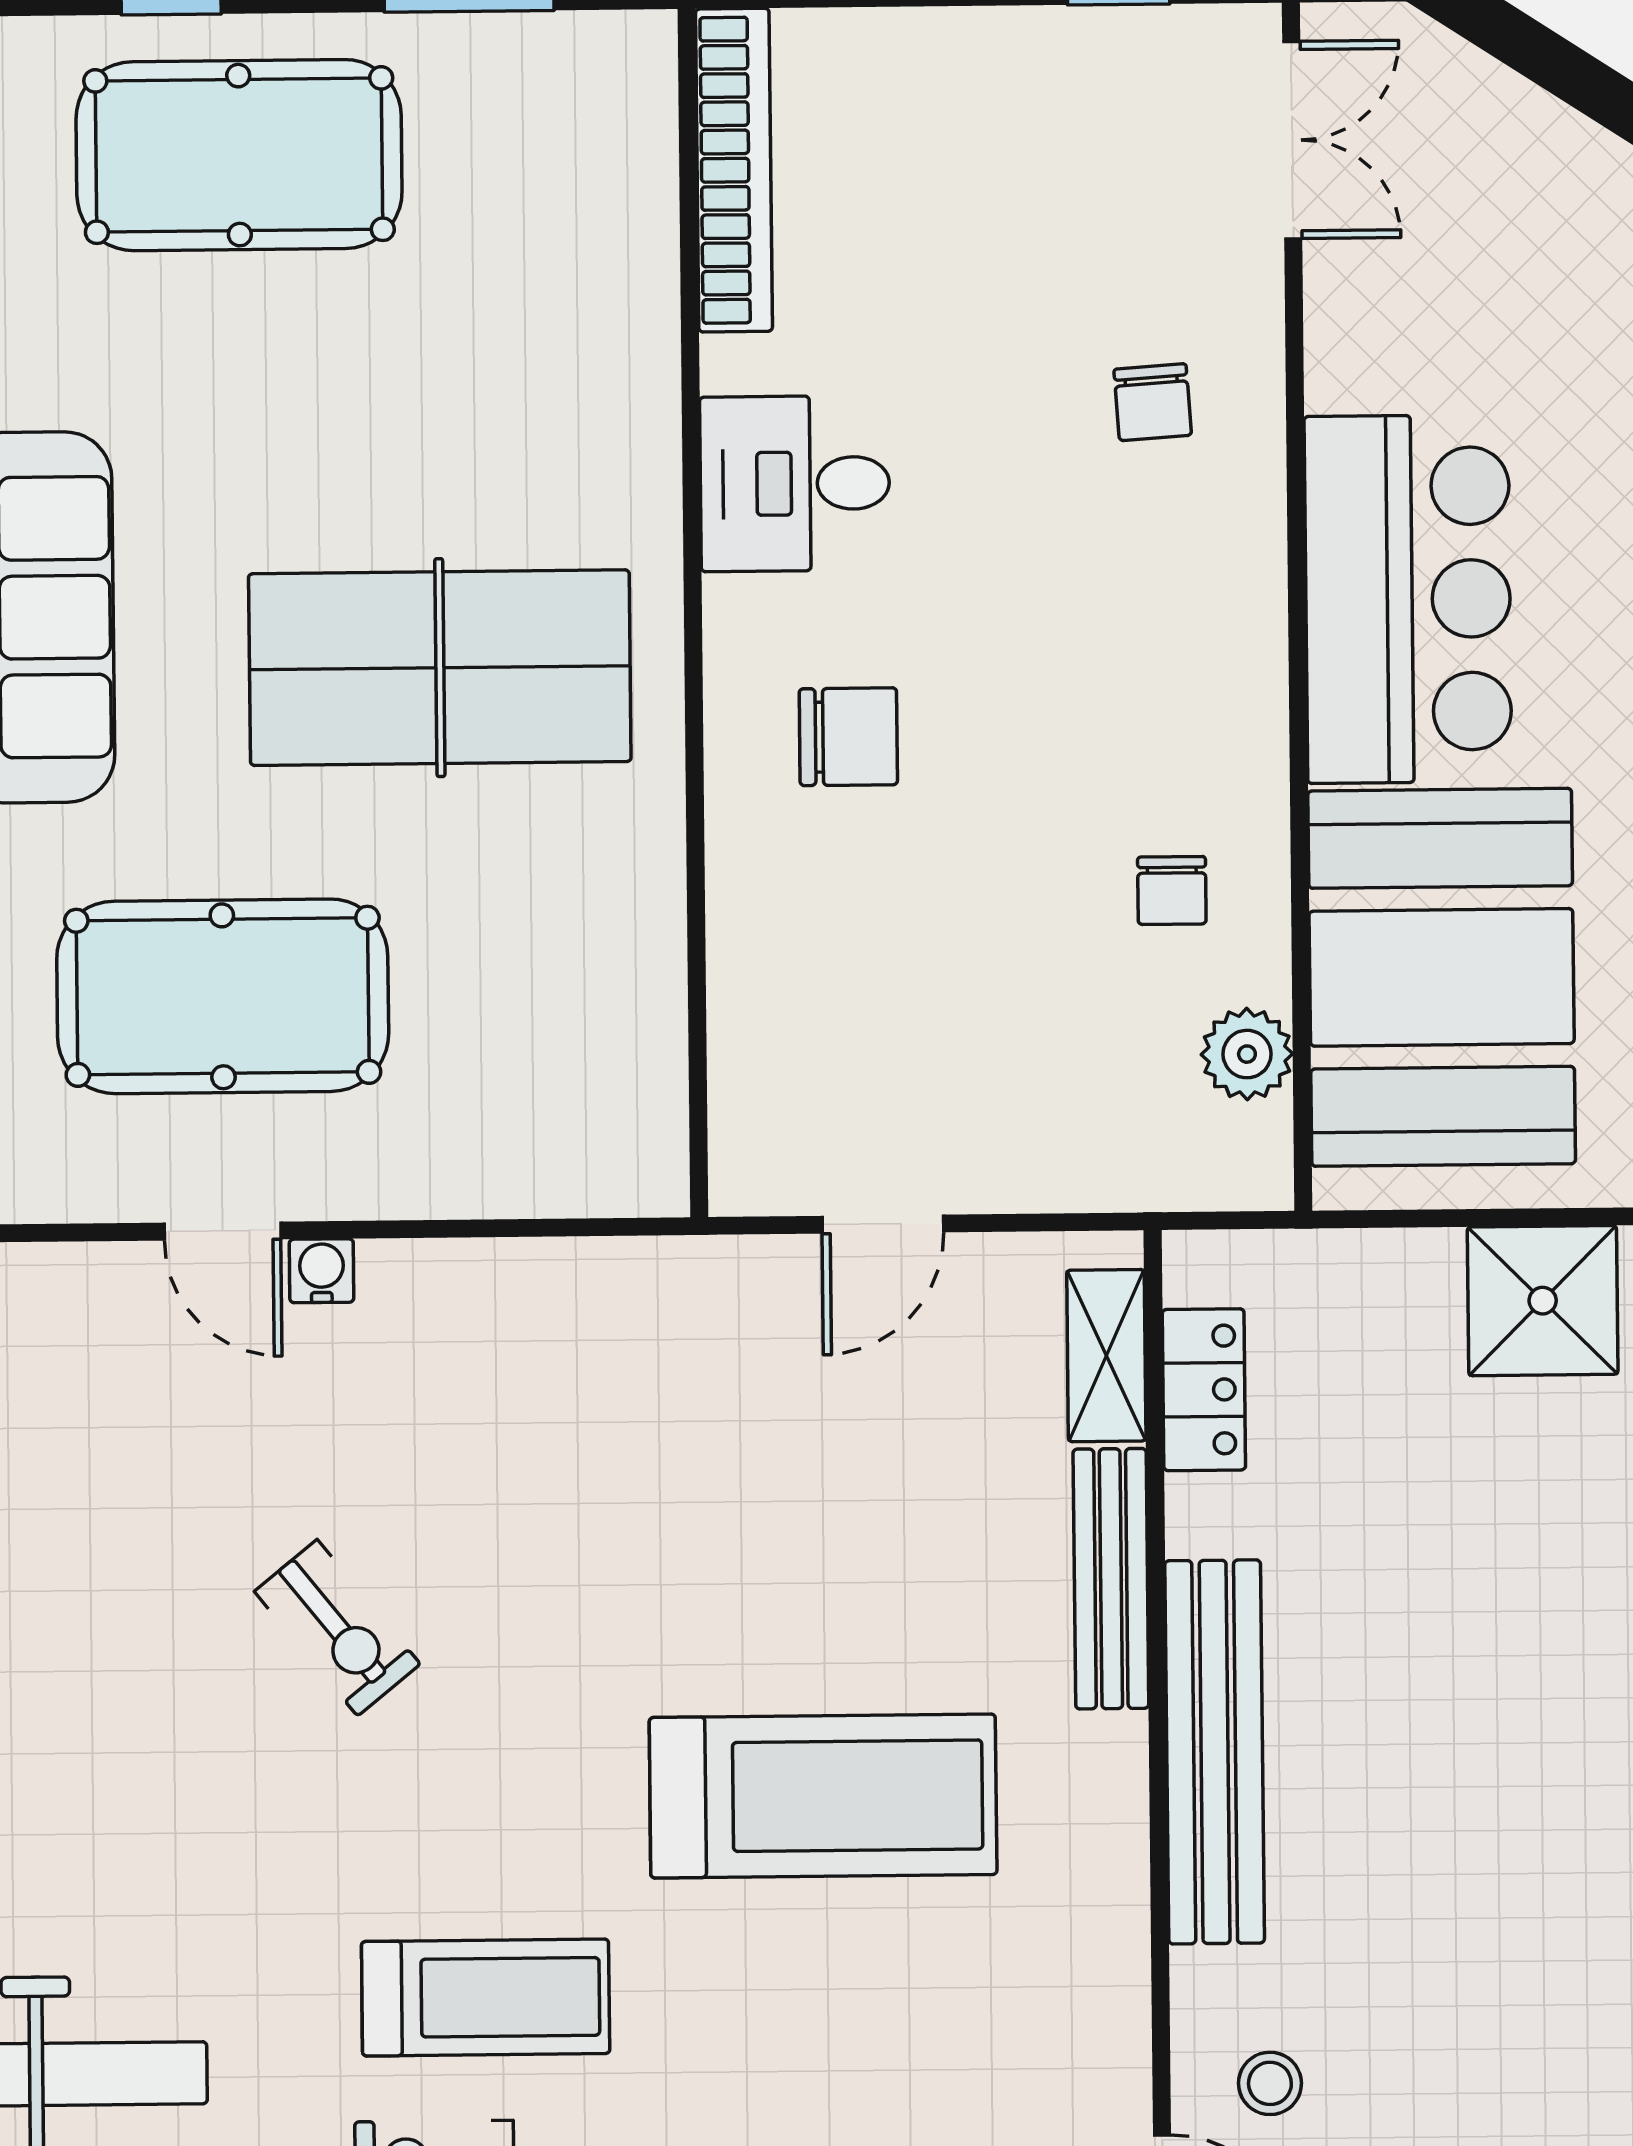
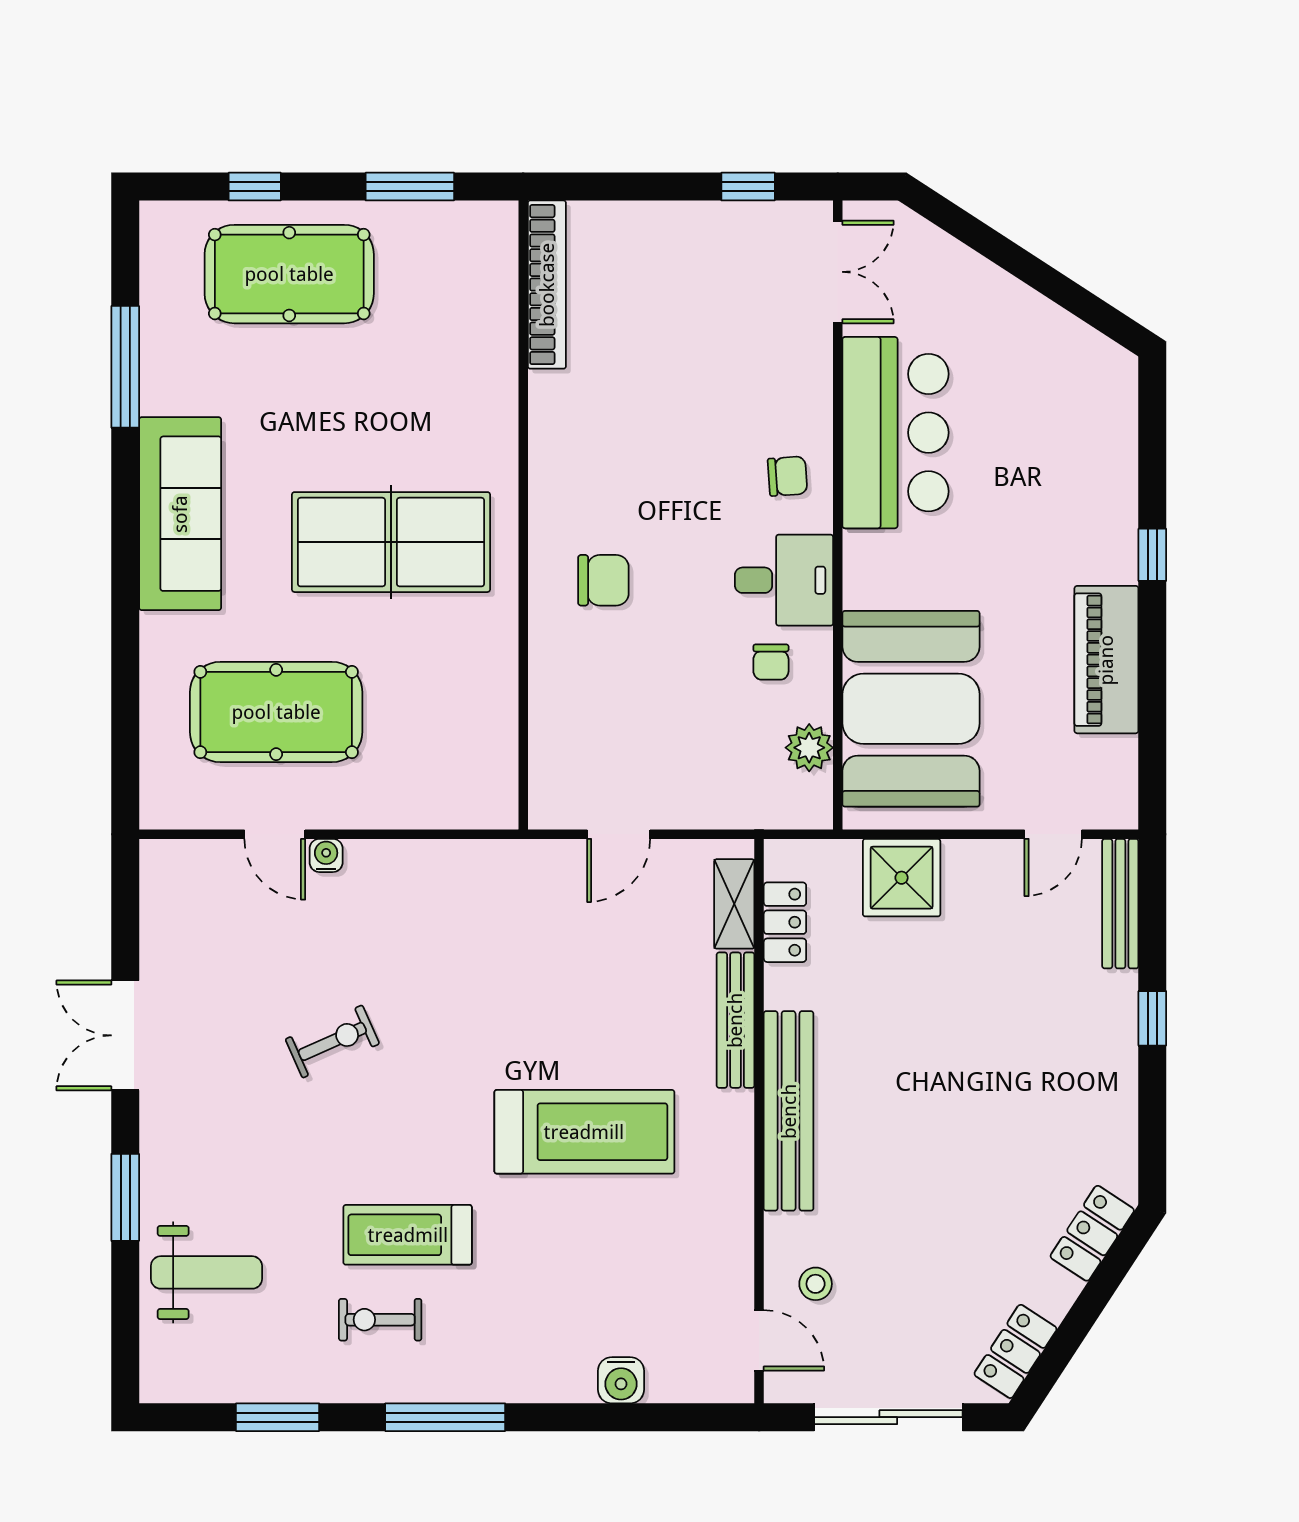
chair: (1153, 402) -> (788, 476), moved, turned -90
desk: (795, 484) -> (784, 580), moved, turned 180
bar counter: (1408, 599) -> (895, 433), moved
shower: (1543, 1301) -> (902, 878), moved
exercise bike: (337, 1628) -> (332, 1041), turned -75
treadmill: (486, 1998) -> (408, 1235), turned 180

